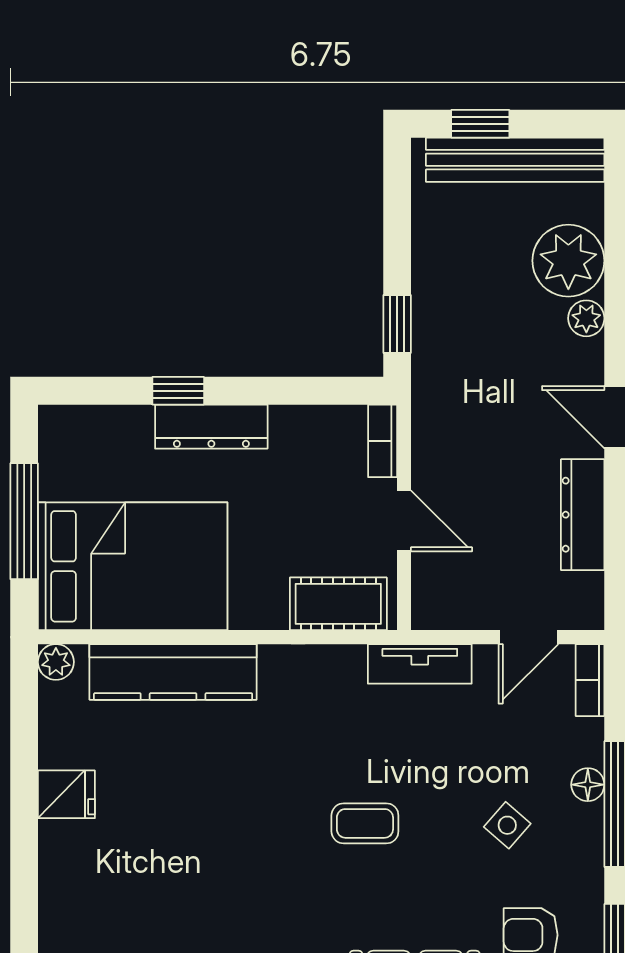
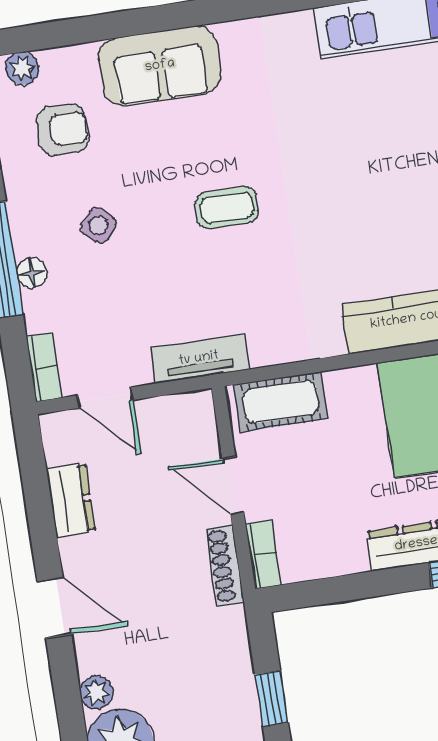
window: (397, 324) -> (272, 699), moved
shoe rack: (426, 435) -> (225, 566), added
dresser: (583, 515) -> (71, 500), width x0.70
door: (528, 637) -> (105, 398), swing flipped

